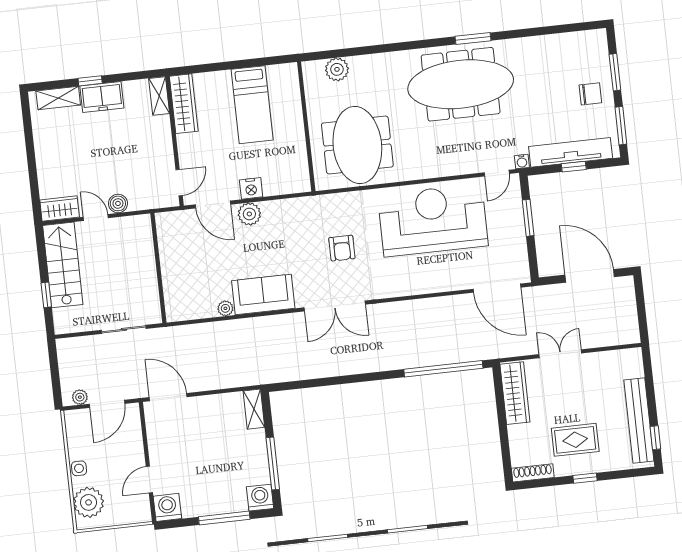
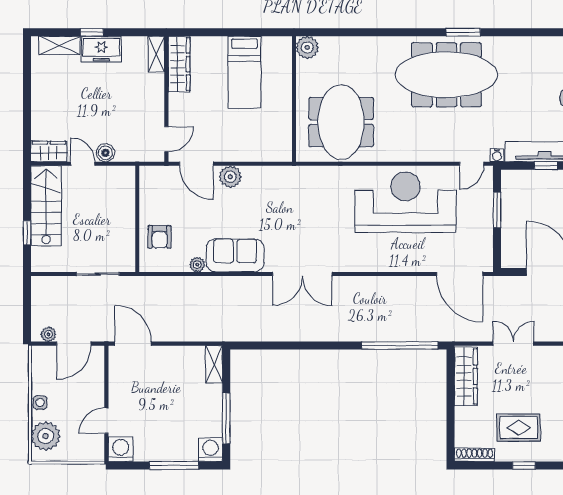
plant: (337, 69) -> (307, 47), moved
nightstand: (251, 188) -> (235, 152), removed
armchair: (342, 248) -> (160, 237), moved

